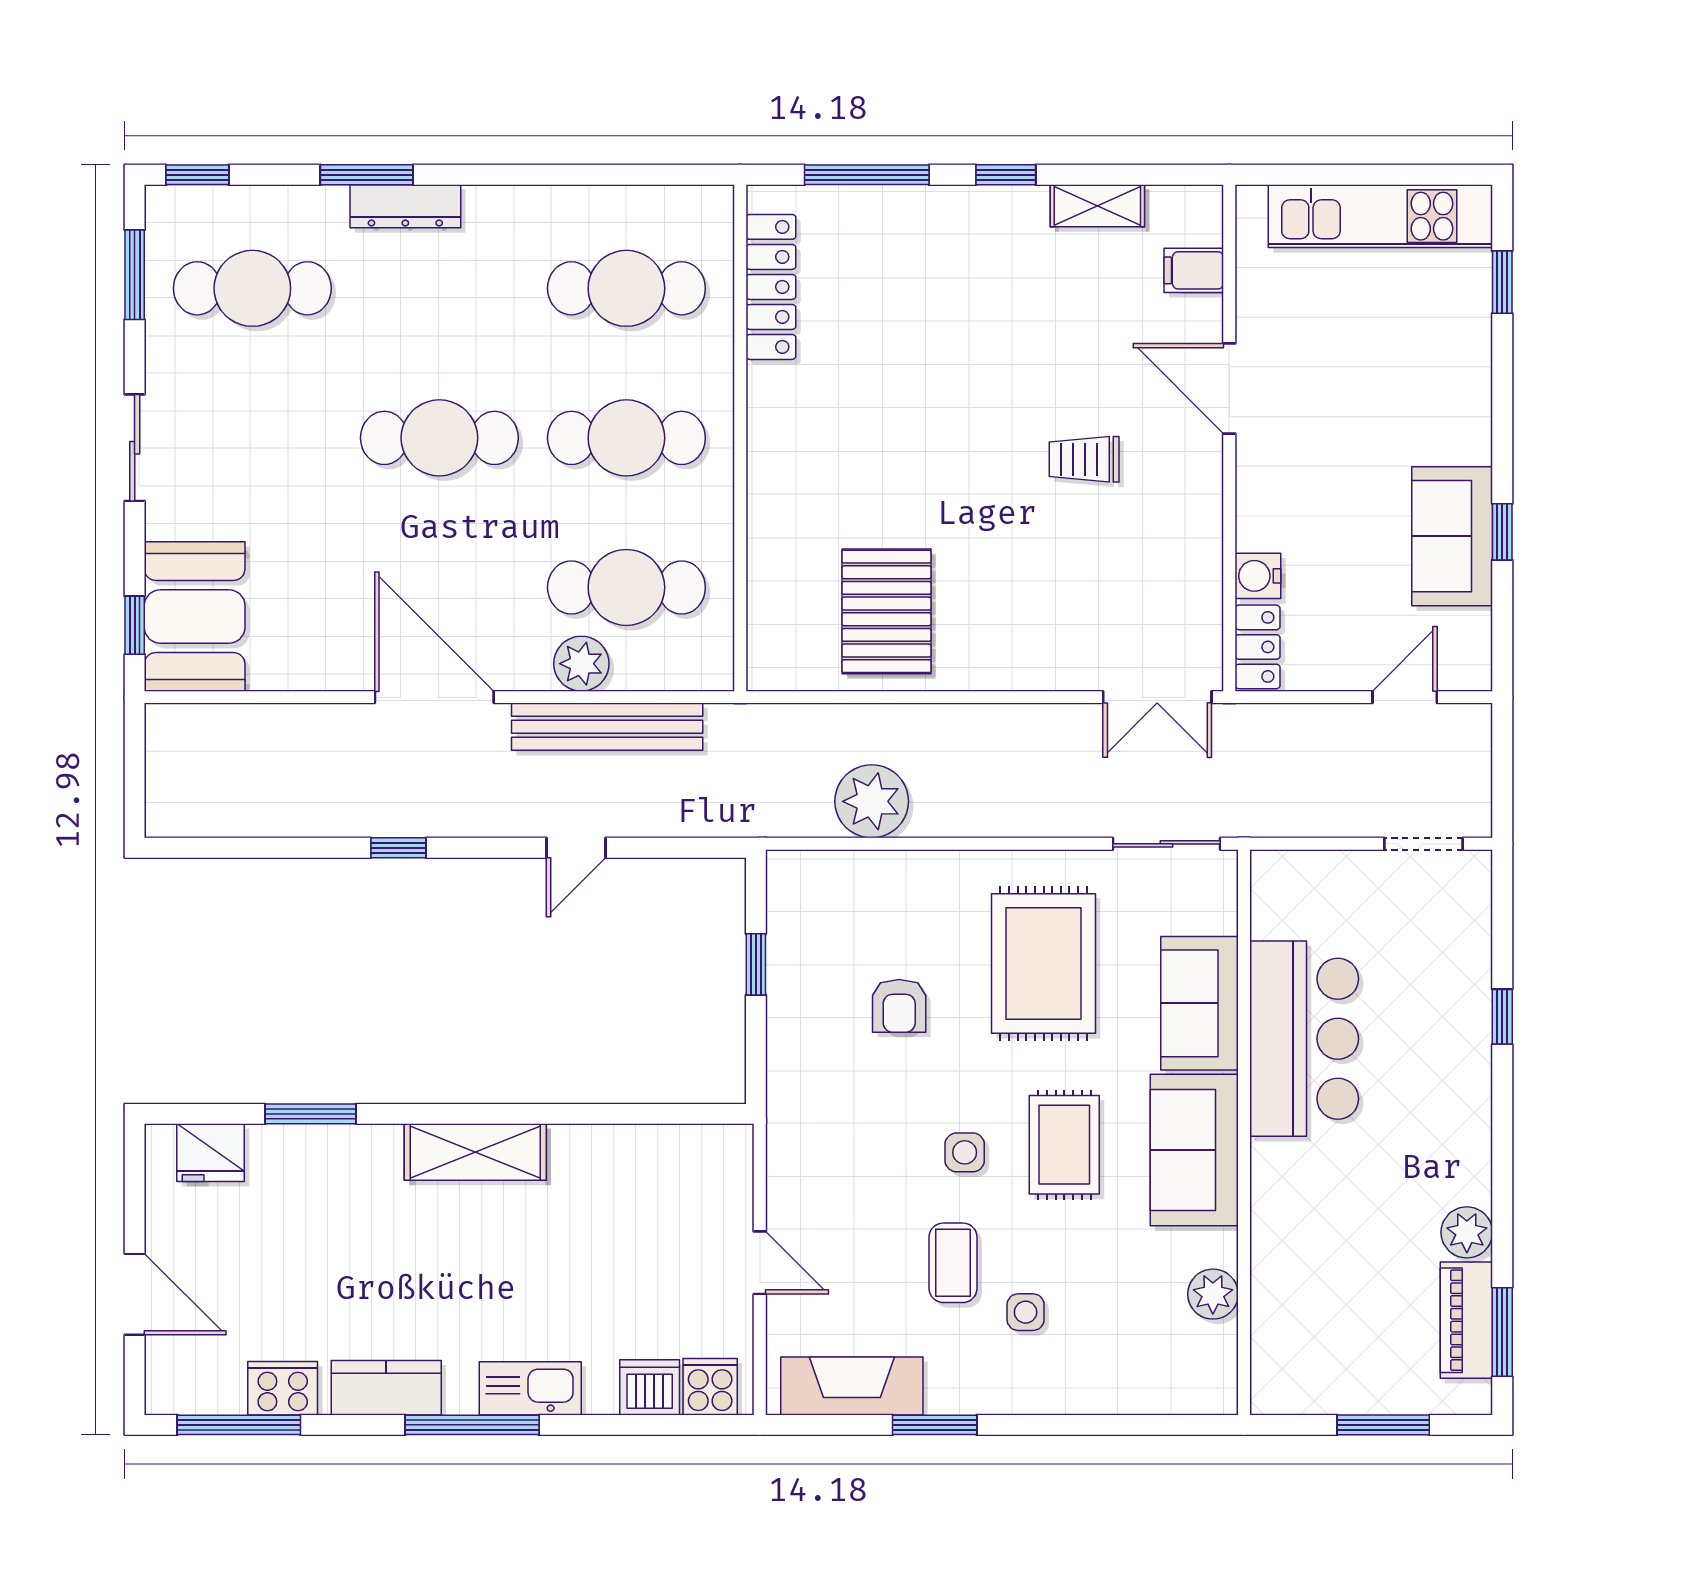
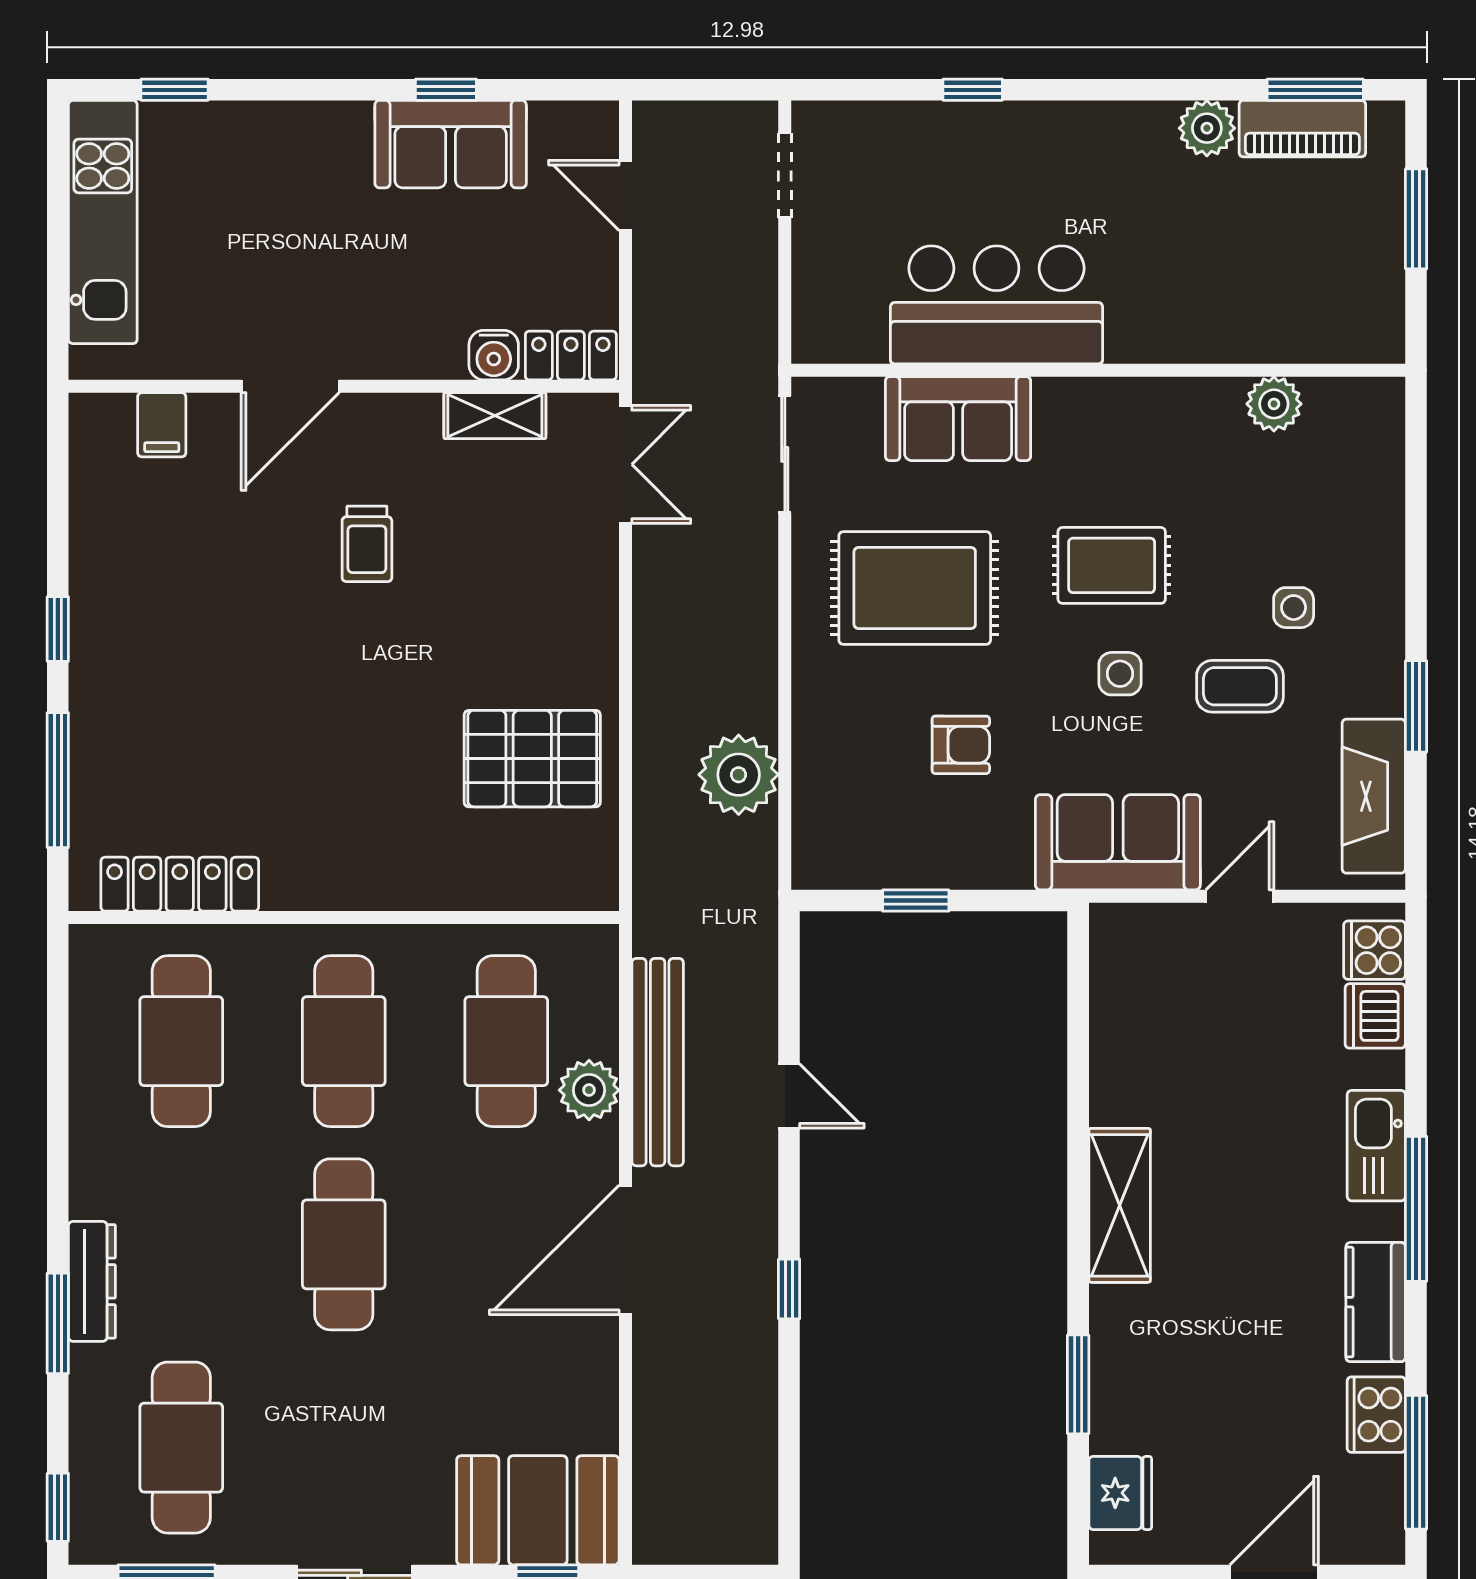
shelving: (1097, 206) -> (495, 416), moved, turned 90
sofa: (1194, 1150) -> (1118, 842), moved, turned 180

